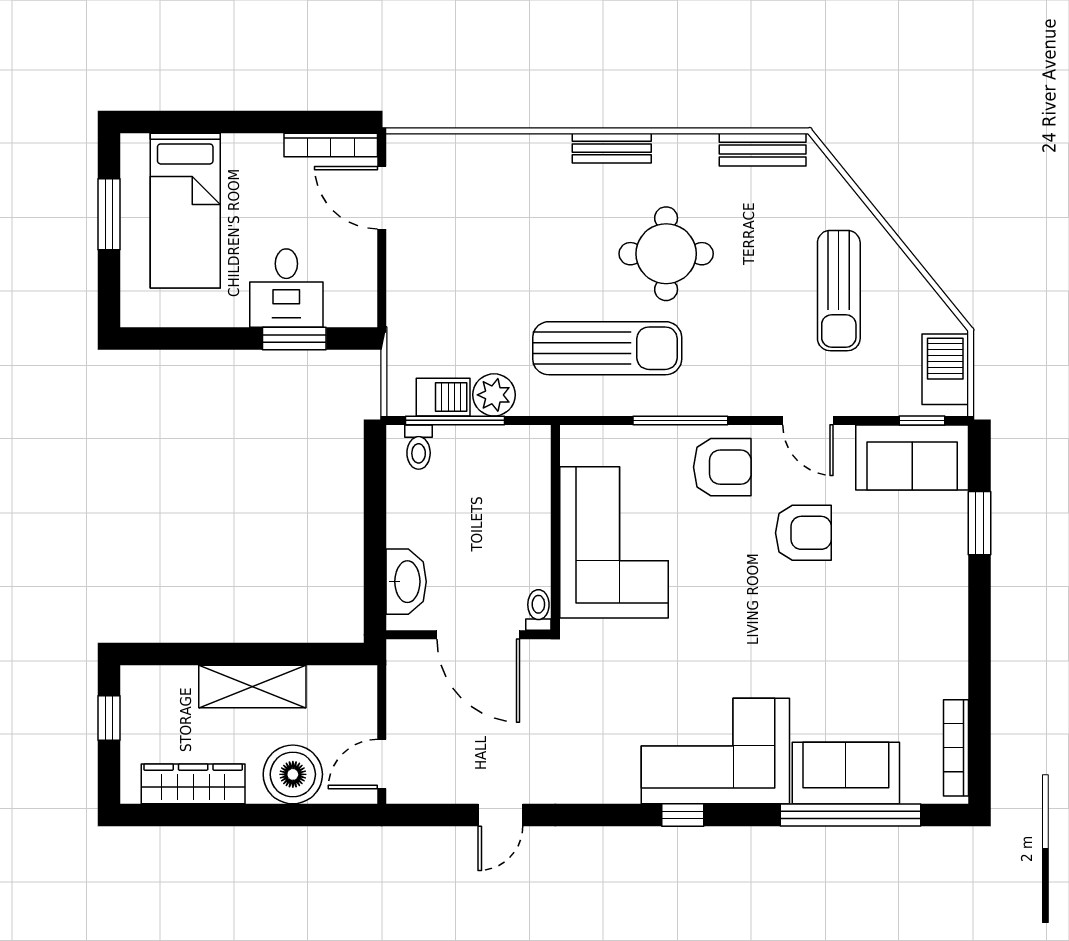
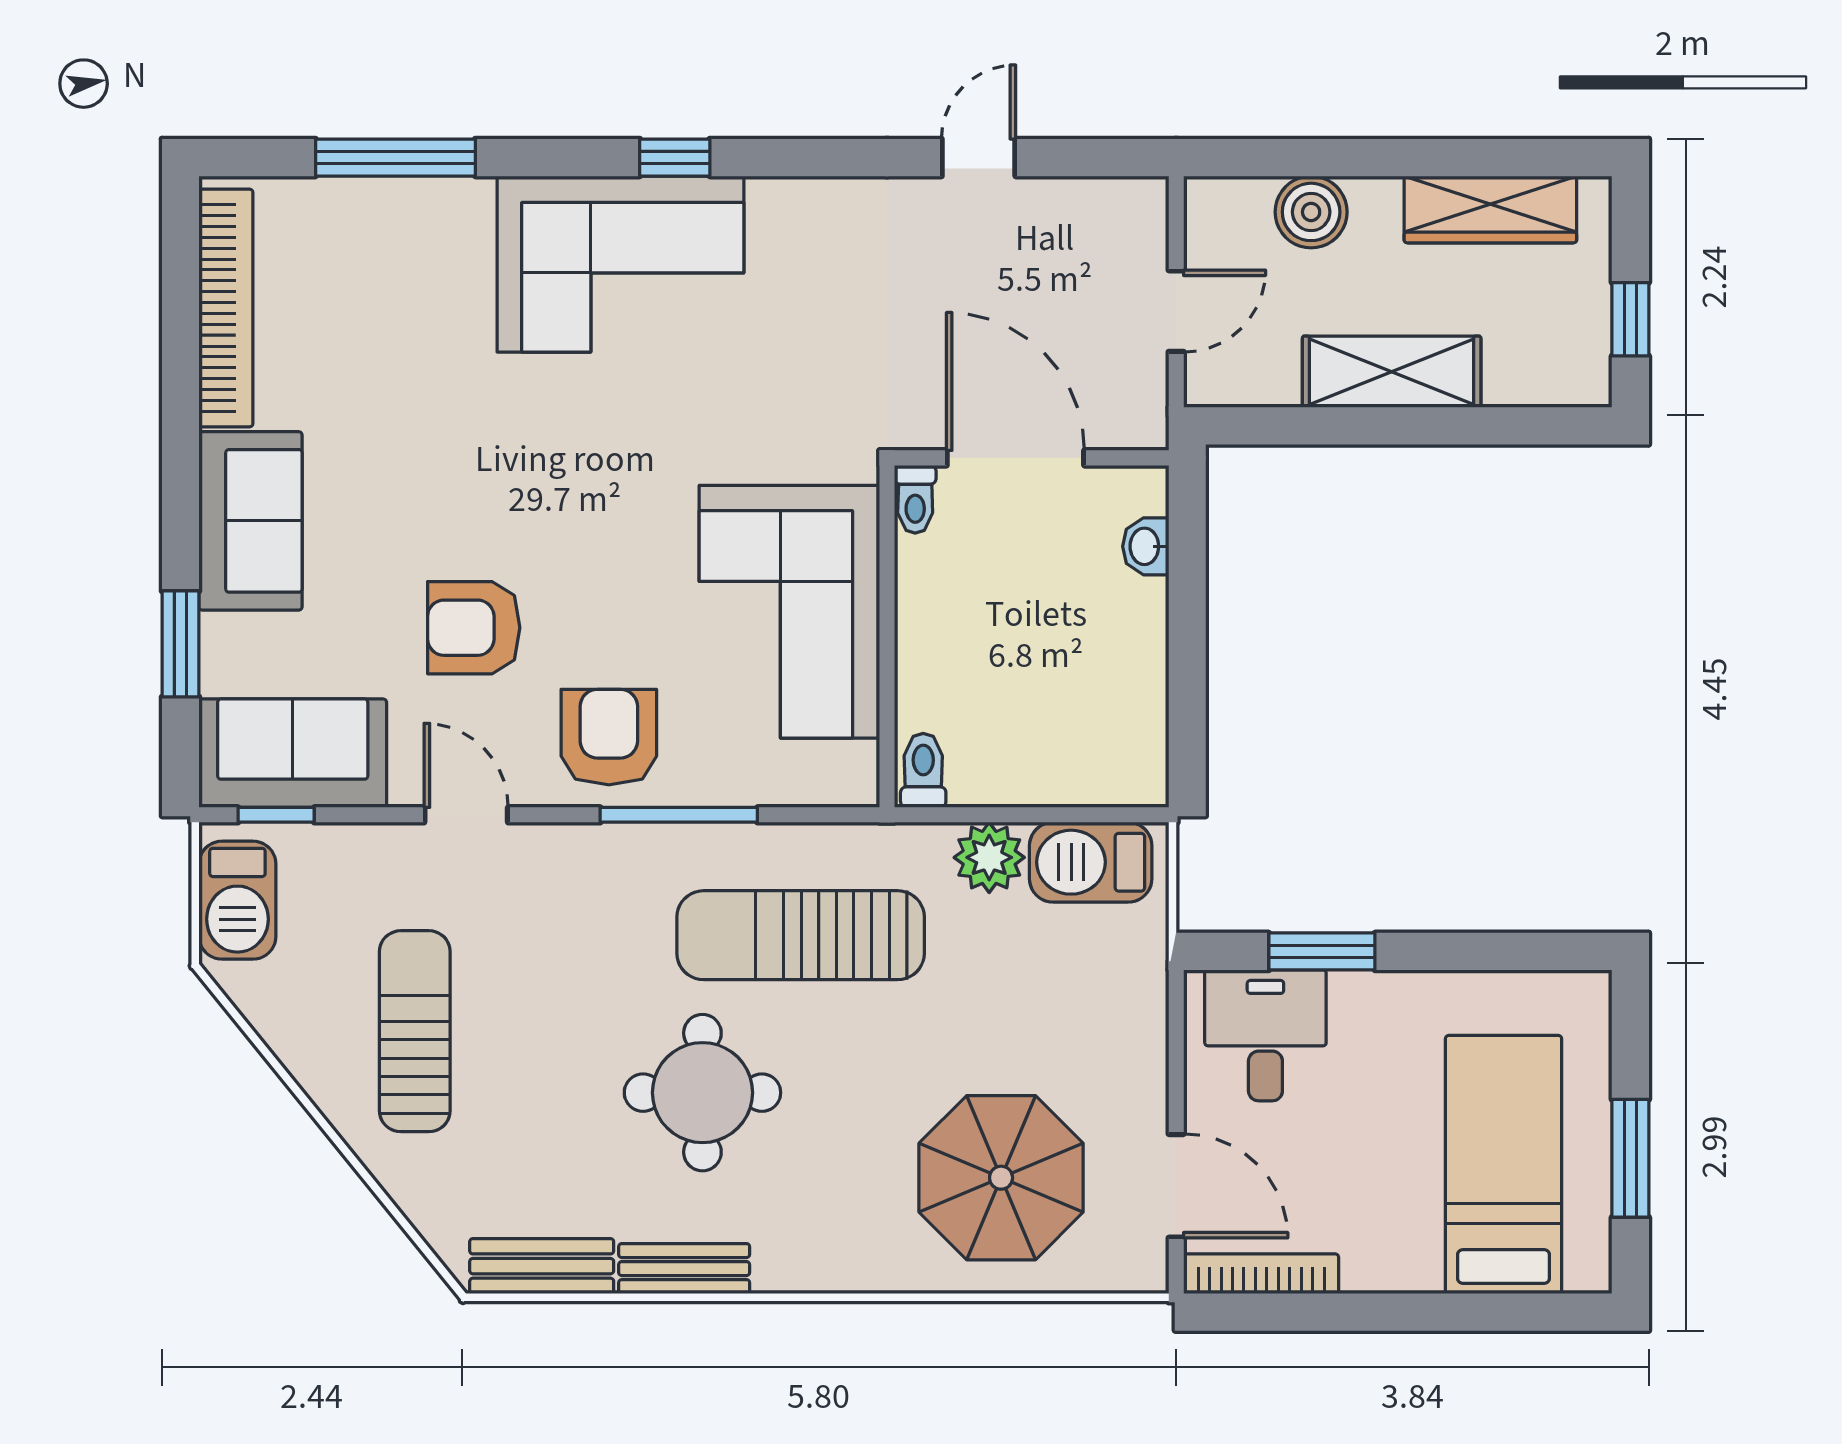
bench: (612, 148) -> (684, 1269), moved
parasol: (487, 203) -> (1001, 1178), added
desk: (286, 288) -> (1265, 1035), moved
barbecue: (443, 397) -> (1091, 862), width x1.38, depth x1.27
window: (455, 420) -> (1054, 815), removed
toilet: (419, 447) -> (923, 770), moved
armchair: (722, 467) -> (609, 737), turned 90
washbasin: (406, 582) -> (1146, 546), width x0.52, depth x0.69
bookcase: (956, 748) -> (226, 308), width x1.48, depth x1.31
door: (382, 764) -> (1176, 311), moved
sofa: (846, 773) -> (250, 521), moved, turned -90
boiler: (293, 774) -> (1311, 212), width x0.73, depth x0.73
window: (850, 815) -> (395, 158), width x0.68

